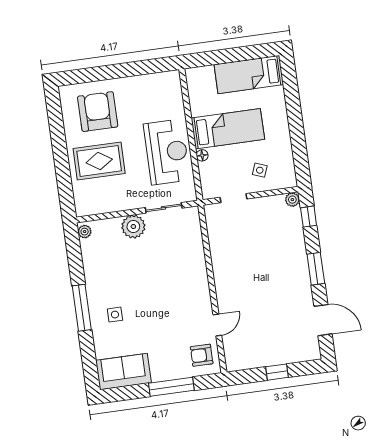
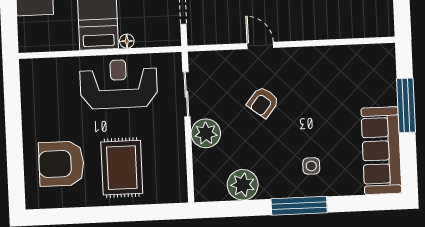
plant: (85, 232) -> (243, 185), moved, width x1.88, depth x1.88
door: (217, 325) -> (260, 45), moved
armchair: (202, 355) -> (263, 102), moved, turned 38
sofa: (124, 372) -> (381, 151), width x1.36

